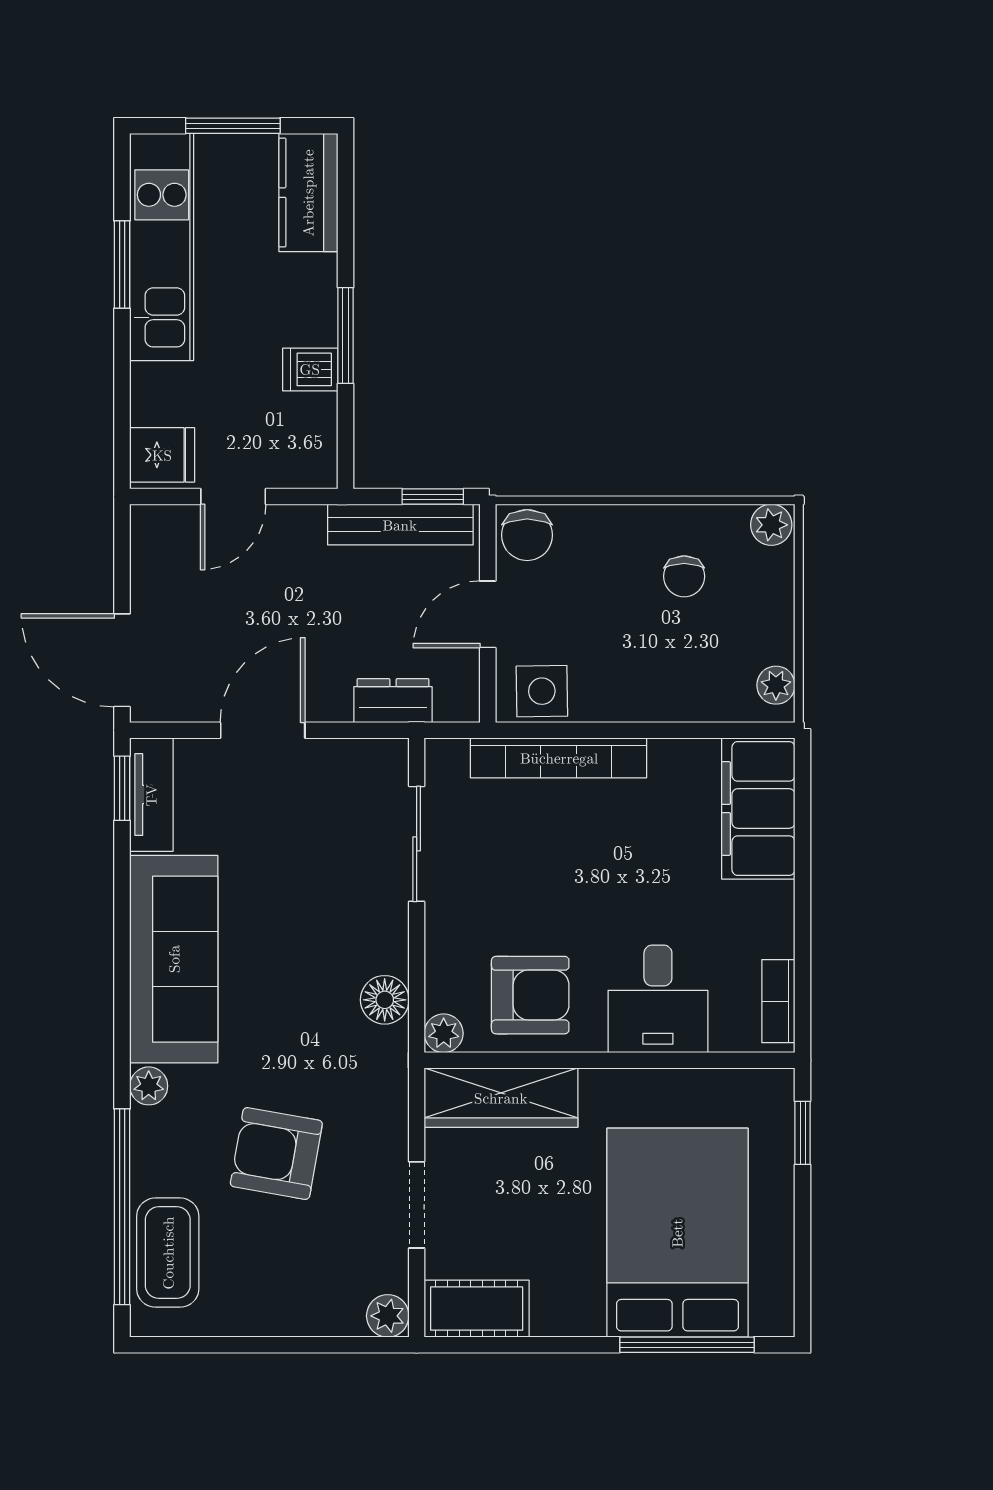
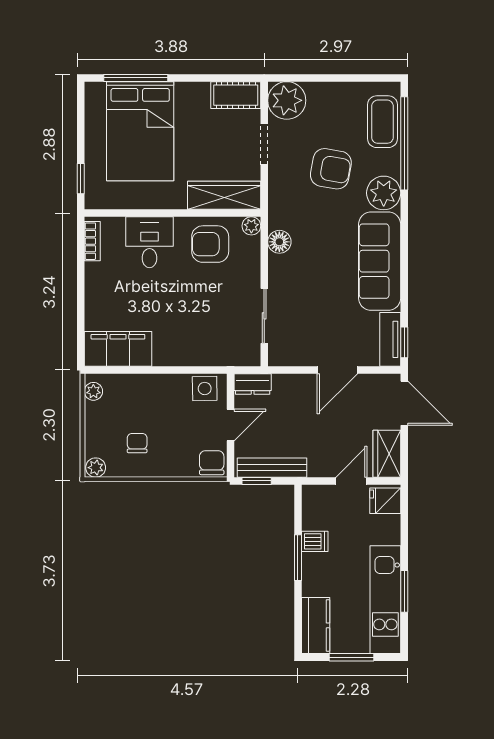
wardrobe: (158, 554) -> (387, 454), added
dresser: (393, 701) -> (253, 384), moved
bookcase: (559, 758) -> (197, 357), removed
filing cabinet: (758, 808) -> (118, 349), moved, turned -90
plant: (149, 1086) -> (384, 193), width x1.88, depth x1.88
plant: (388, 1316) -> (287, 100), width x1.87, depth x1.87

